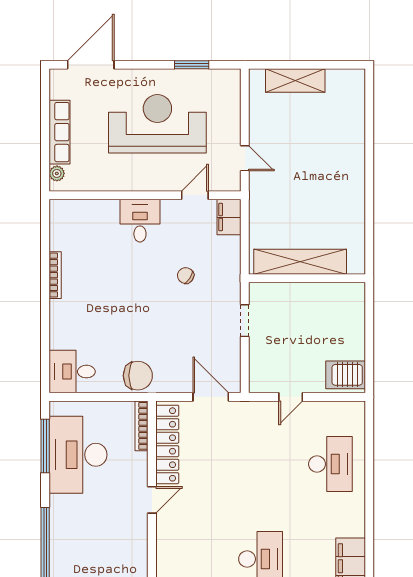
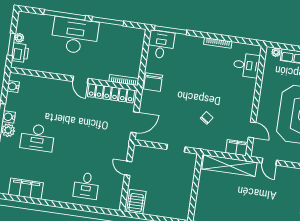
door: (245, 158) -> (269, 162), hinge flipped
desk: (140, 221) -> (246, 65), moved
shelving: (300, 262) -> (229, 166), moved, turned 90
window: (45, 358) -> (171, 30), added
window: (45, 446) -> (108, 21), moved
desk: (78, 455) -> (75, 36), moved
desk: (330, 464) -> (86, 186), width x0.73

